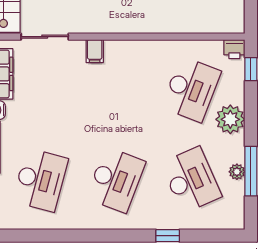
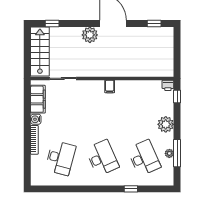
filing cabinet: (95, 51) -> (110, 87), moved
desk: (191, 89) -> (144, 108), removed
desk: (116, 180) -> (102, 158), turned -45

